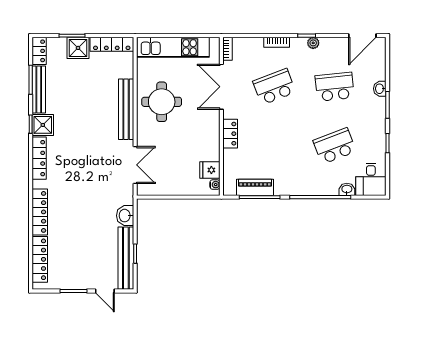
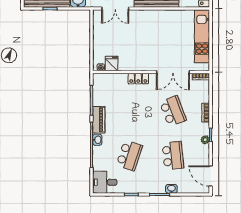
double door: (221, 87) -> (173, 72), swing flipped
round table: (162, 102) -> (162, 28), removed
school desk: (335, 146) -> (129, 156), turned 39
piano: (255, 187) -> (99, 120), moved
washbasin: (347, 189) -> (97, 140), moved

